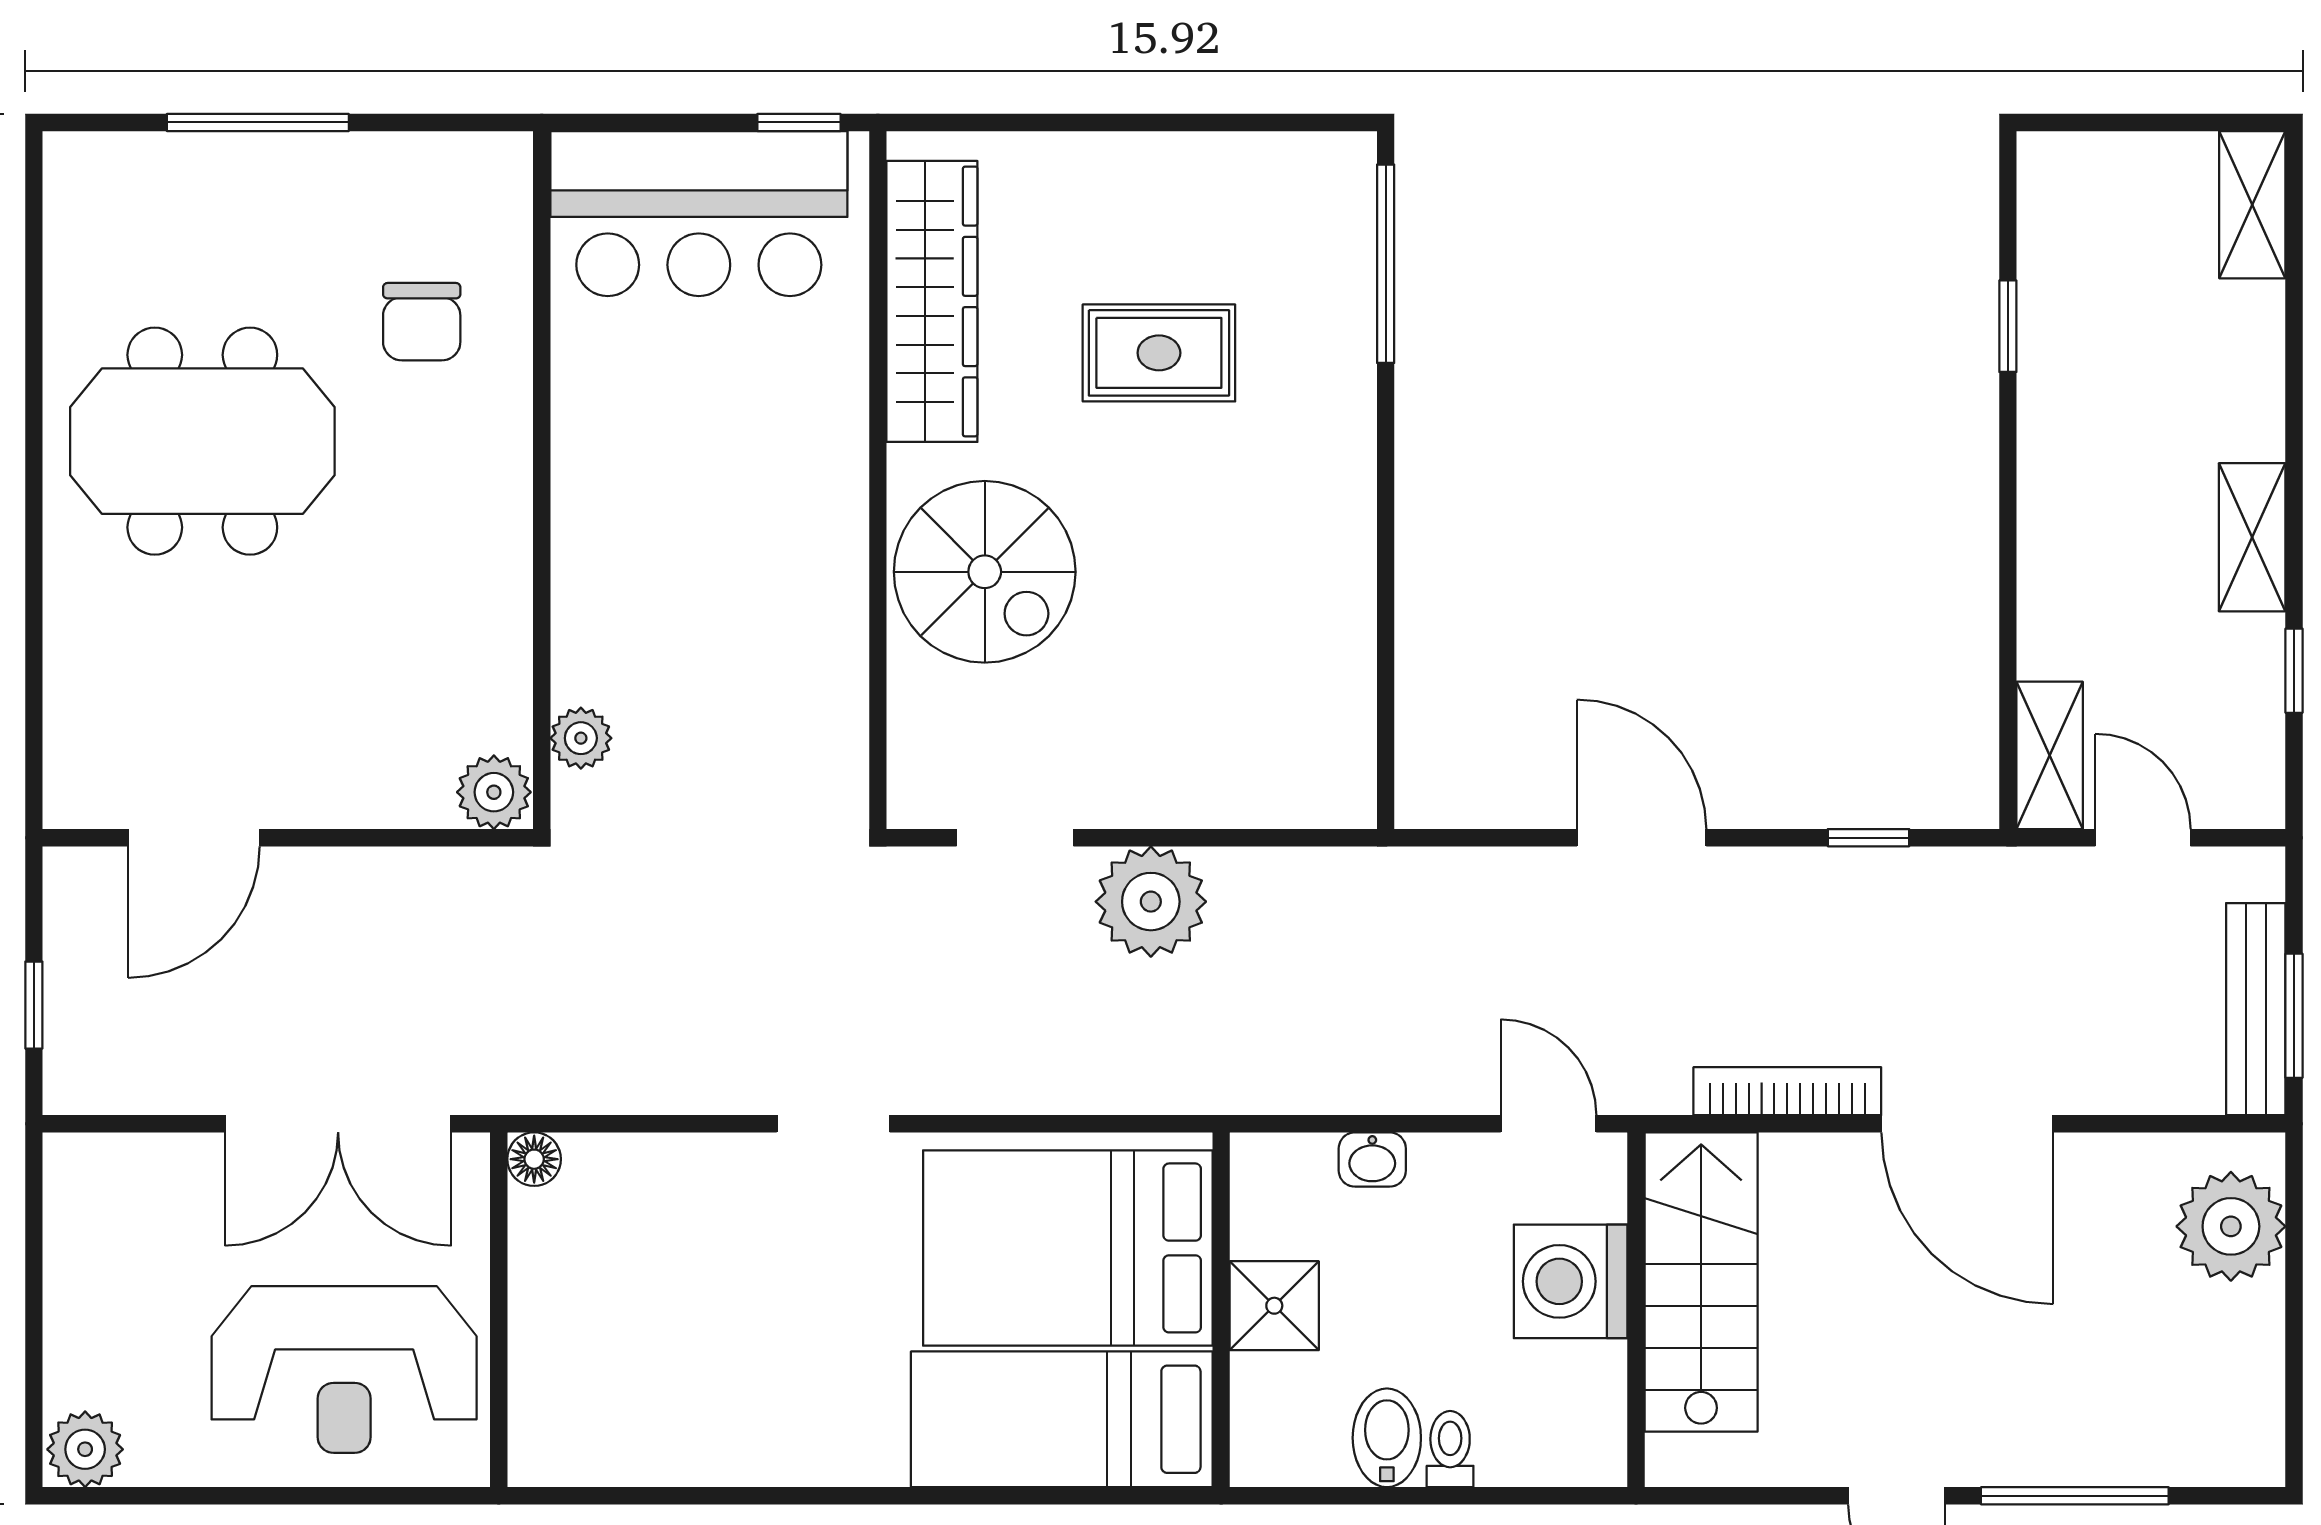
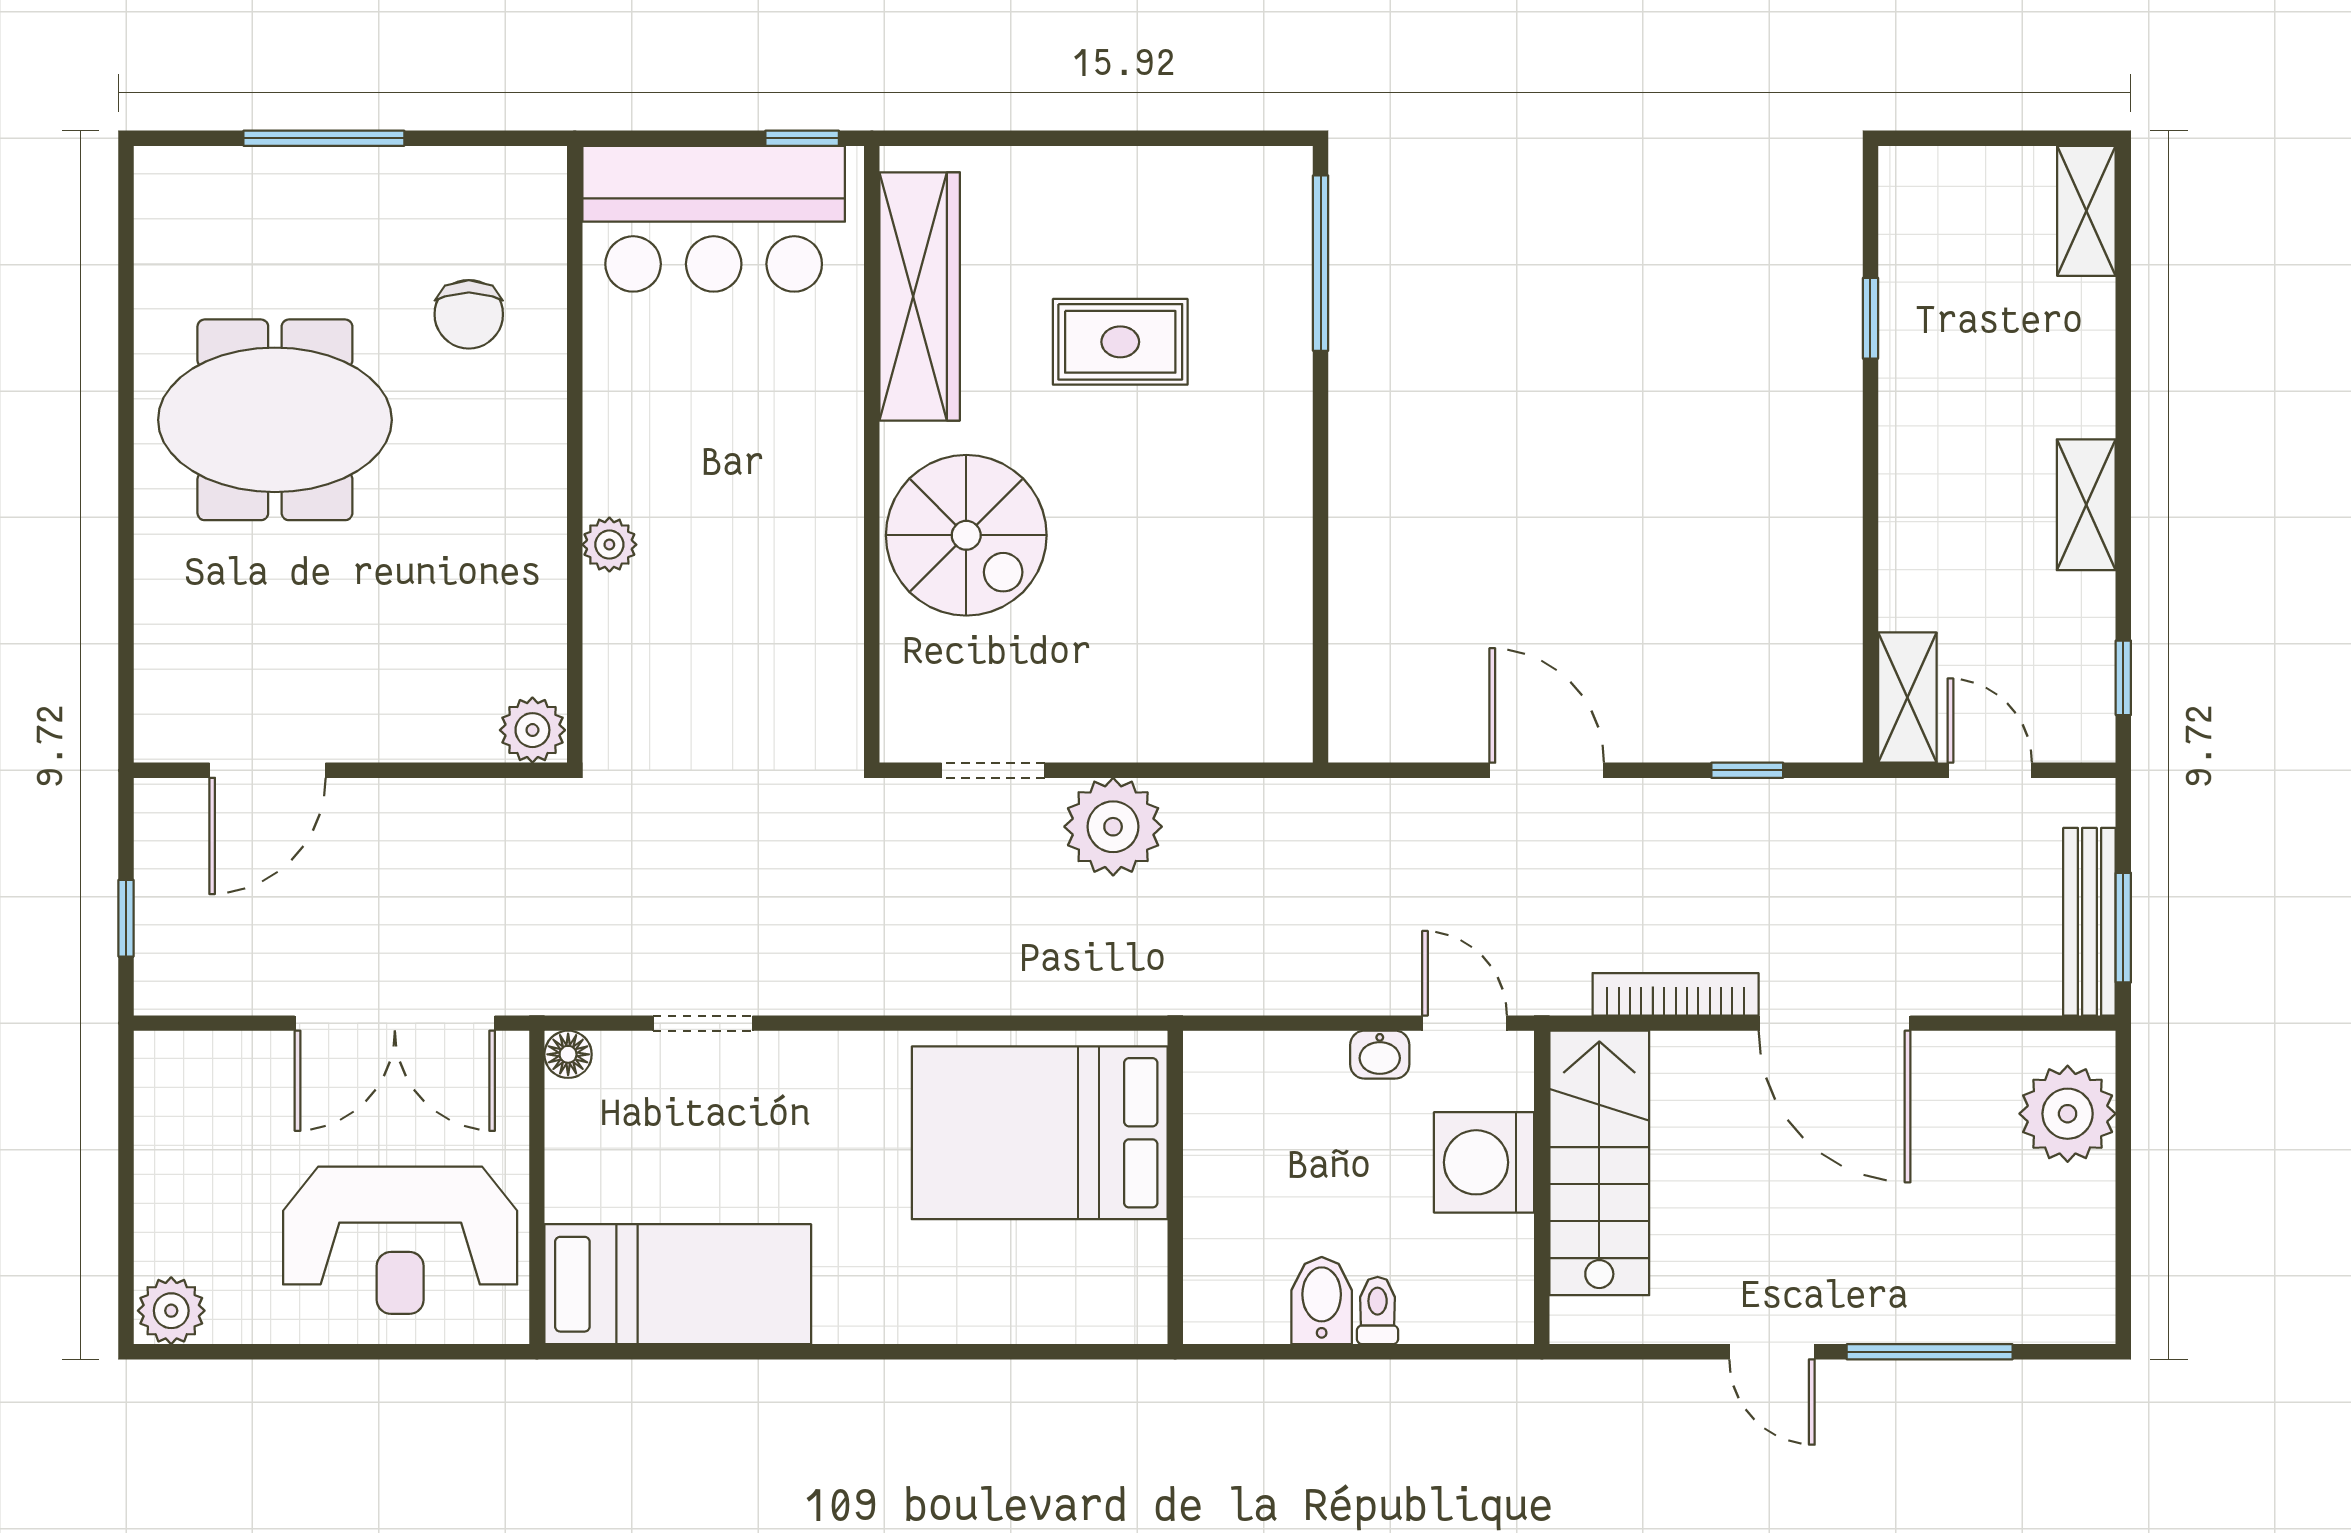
window: (2294, 671) -> (2123, 678), moved
plant: (581, 738) -> (609, 545), moved
doorway: (833, 1124) -> (703, 1023), moved
washbasin: (1372, 1160) -> (1380, 1055), moved
shower: (1274, 1306) -> (1222, 1184), removed
bed: (1062, 1419) -> (678, 1284), moved, turned 180

